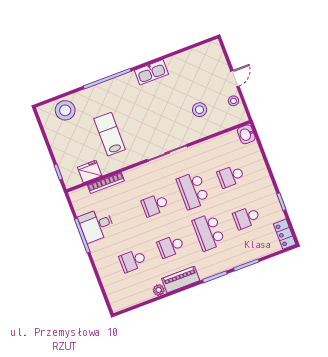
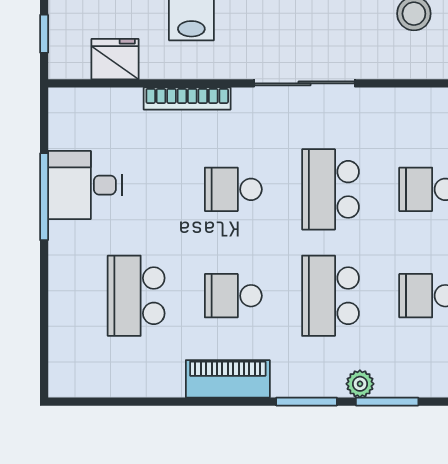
bookcase: (106, 183) -> (187, 99), moved
school desk: (133, 261) -> (136, 296), width x1.85
plant: (159, 290) -> (360, 384), moved

